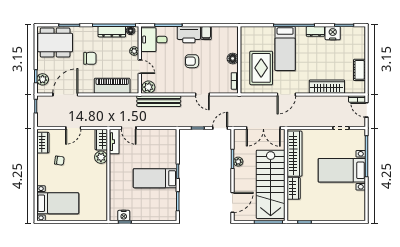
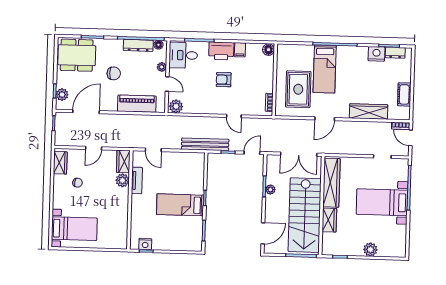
dresser: (315, 31) -> (395, 53), moved
floor lamp: (233, 58) -> (269, 50), moved
bench: (159, 101) -> (205, 144), moved
tv unit: (114, 142) -> (137, 180), moved
plant: (332, 214) -> (370, 250), added

